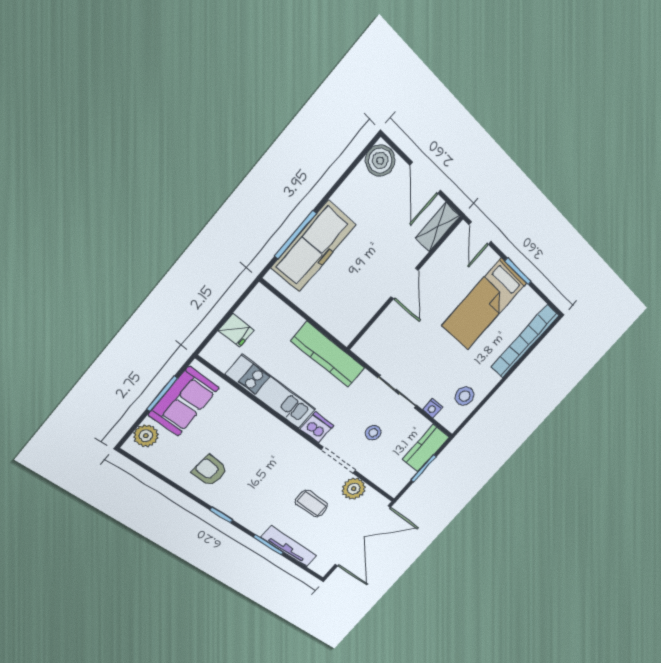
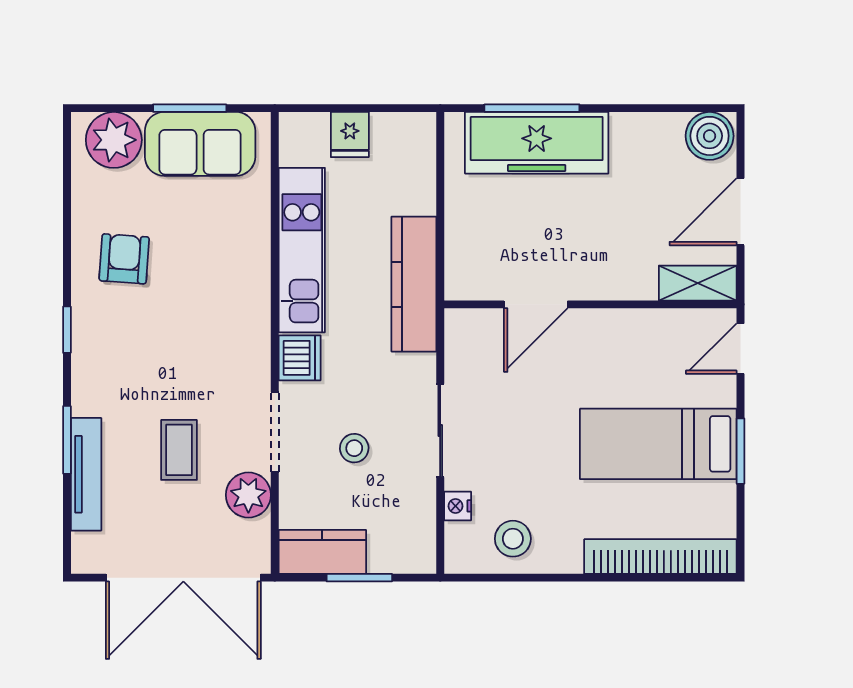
door: (404, 283) -> (536, 304), moved
plant: (146, 436) -> (114, 140), width x1.36, depth x1.36
kitchen counter: (426, 448) -> (322, 552), moved

